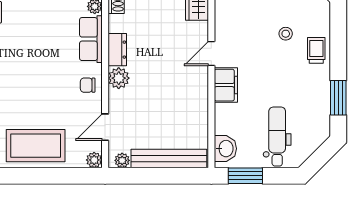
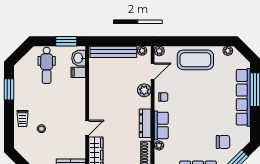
dresser: (117, 50) -> (145, 123), width x1.44
door: (211, 54) -> (87, 128), moved
plant: (119, 78) -> (144, 90), moved
filing cabinet: (226, 85) -> (78, 72), moved, width x0.50

